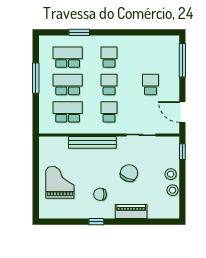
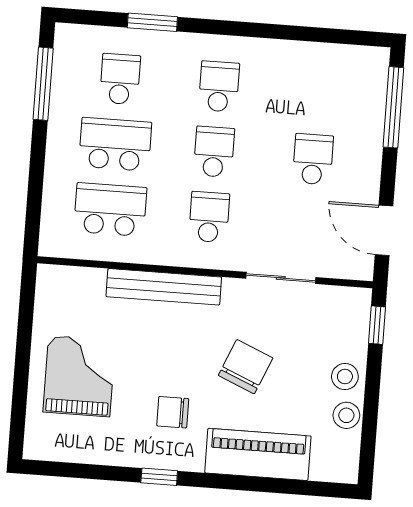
school desk: (68, 57) -> (120, 79), width x0.54
window: (36, 78) -> (43, 84), moved
piano: (131, 212) -> (258, 454), width x1.37, depth x1.33

